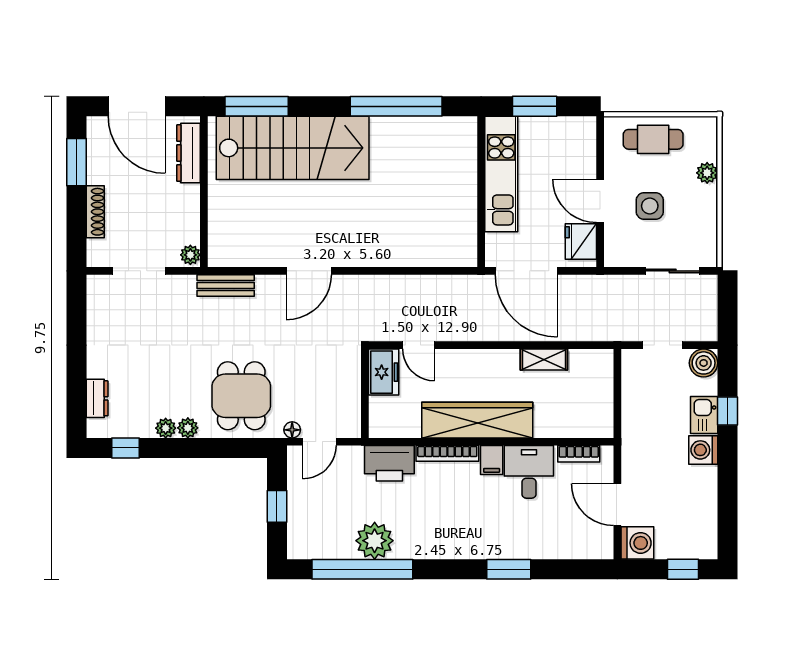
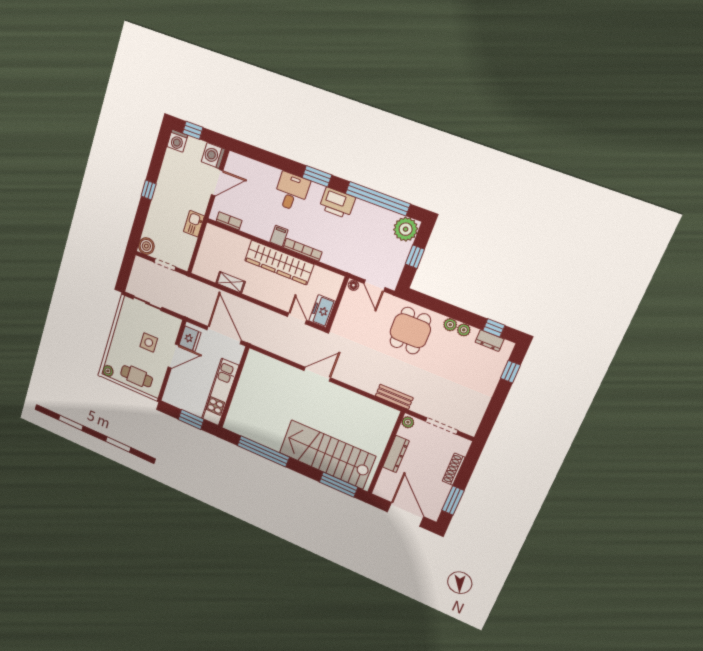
dresser: (188, 153) -> (396, 454), moved
plant: (707, 173) -> (108, 371), moved
door: (600, 201) -> (173, 356), hinge flipped
door: (309, 271) -> (317, 374), moved
window: (76, 394) -> (510, 372), added
dresser: (97, 398) -> (490, 341), moved, turned -90
window: (728, 411) -> (149, 190), moved
kitchen sink: (704, 415) -> (194, 224), moved, turned 180
floor lamp: (292, 430) -> (353, 285), moved
door: (319, 442) -> (374, 286), swing flipped
washing machine: (703, 450) -> (177, 141), moved, turned 90
printer: (389, 463) -> (337, 203), moved, turned 180
desk: (529, 472) -> (291, 192), moved, turned 180
door: (617, 505) -> (217, 183), hinge flipped
plant: (375, 541) -> (406, 229), moved
window: (509, 569) -> (317, 176), moved

